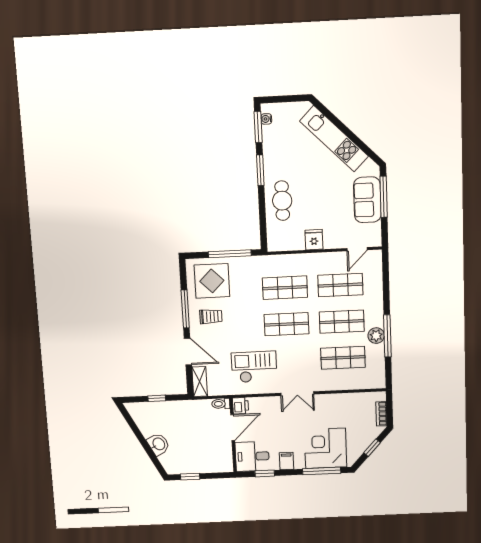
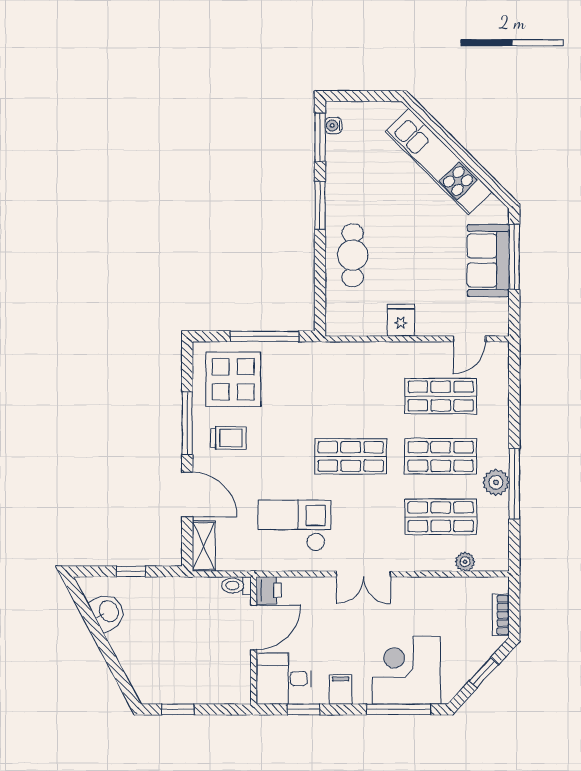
shop shelf: (285, 288) -> (351, 396), removed
plant: (359, 384) -> (465, 562), added
washbasin: (158, 444) -> (108, 612), moved

